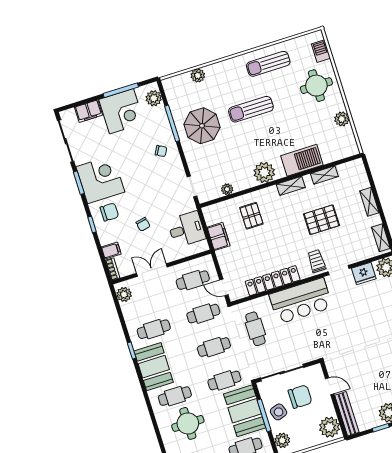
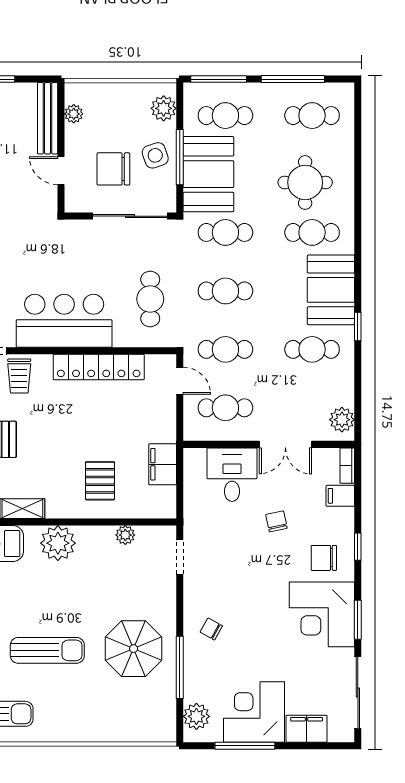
plant: (198, 76) -> (115, 731), removed
desk: (186, 229) -> (232, 475), moved, turned 90
plant: (329, 427) -> (74, 114), width x0.53, depth x0.53

